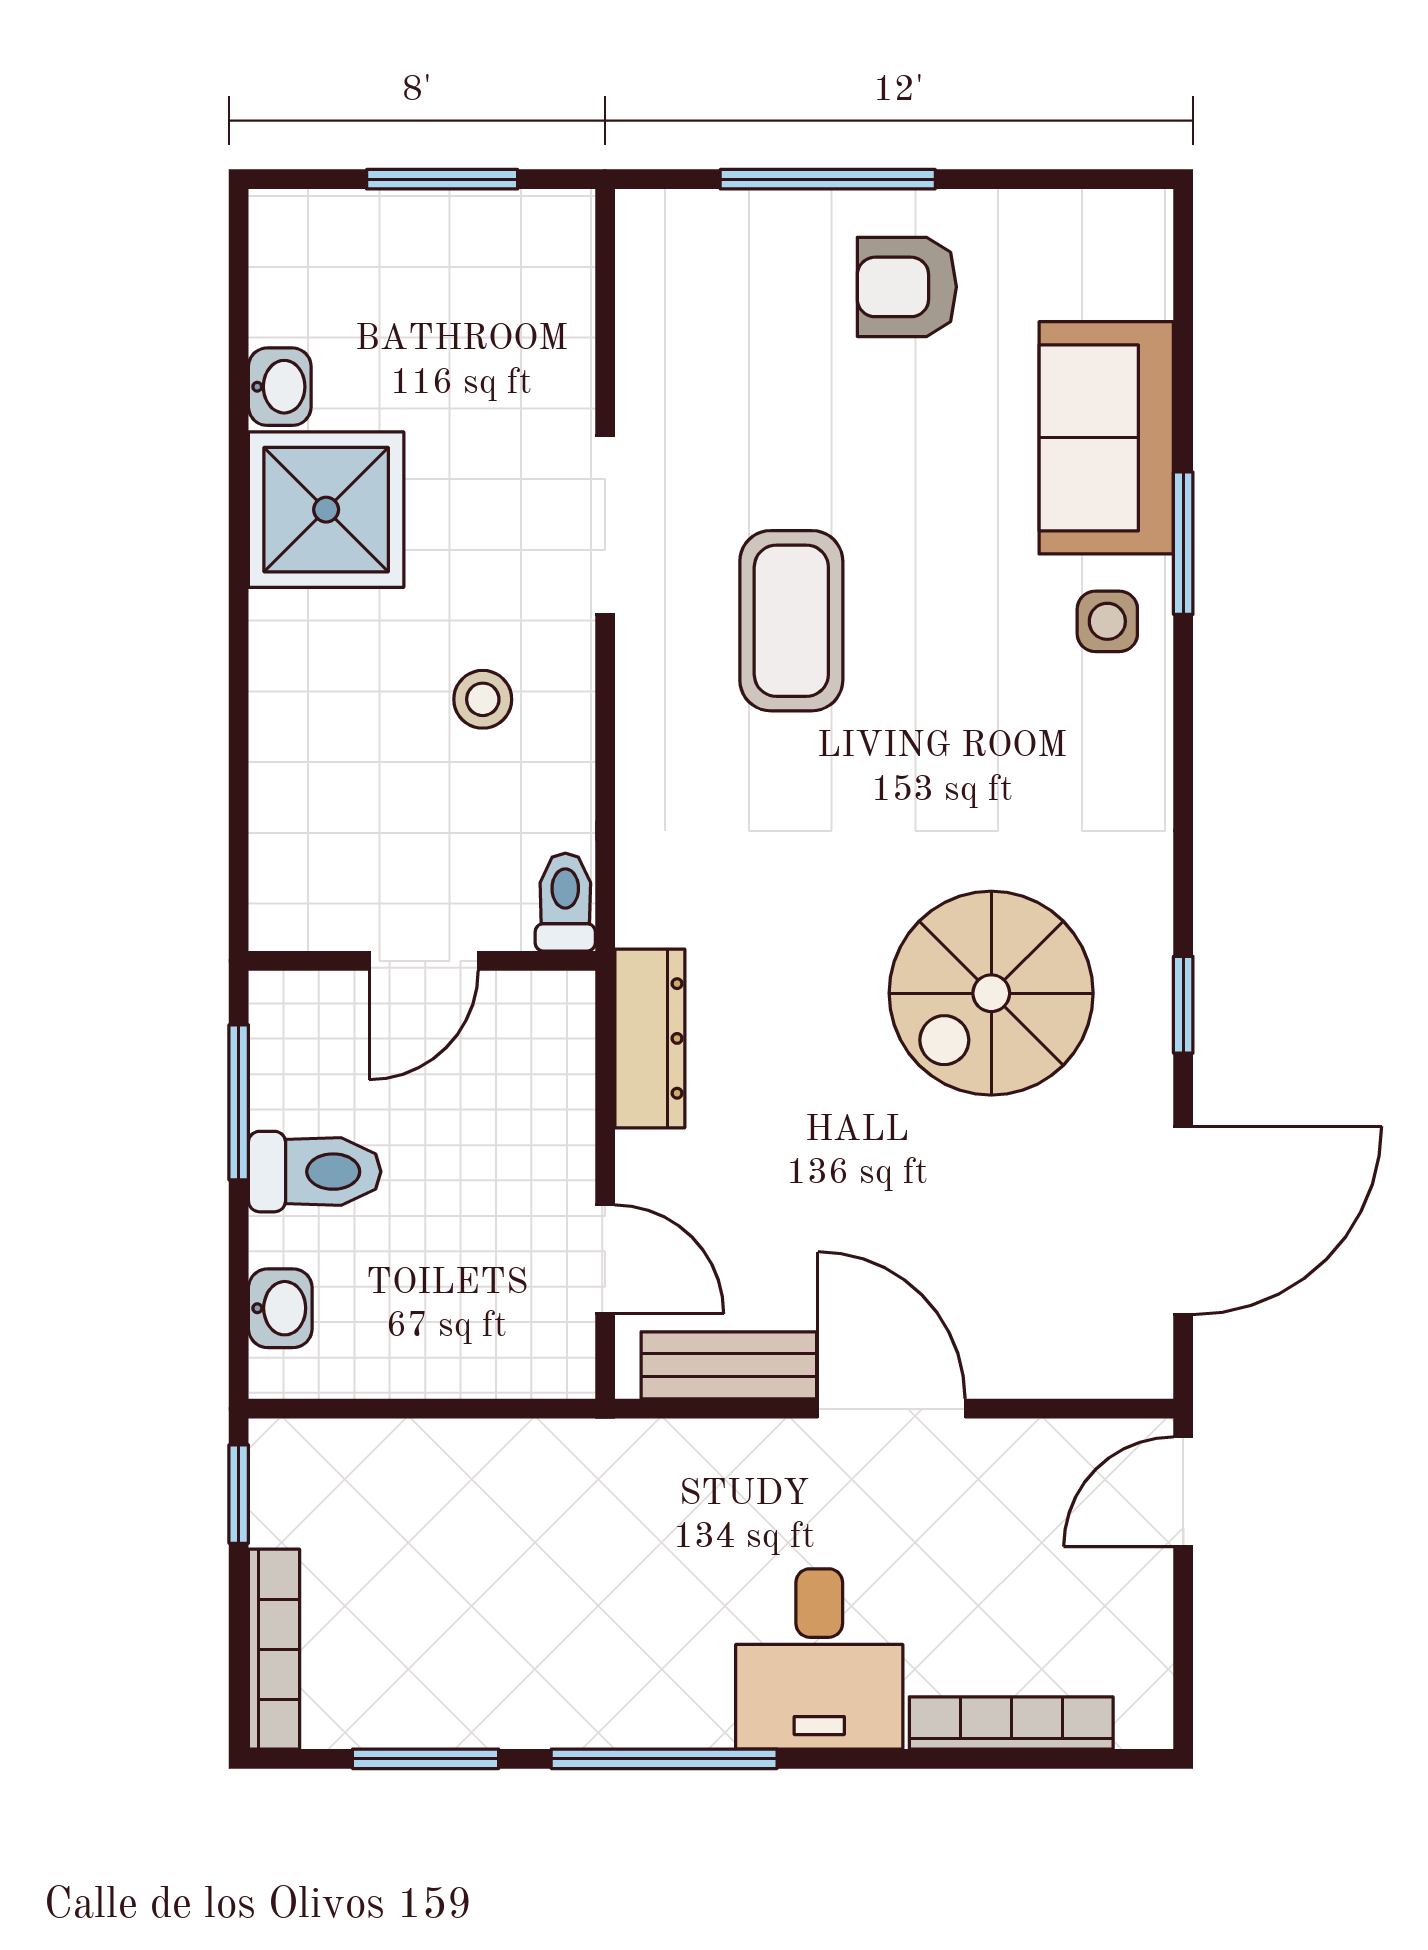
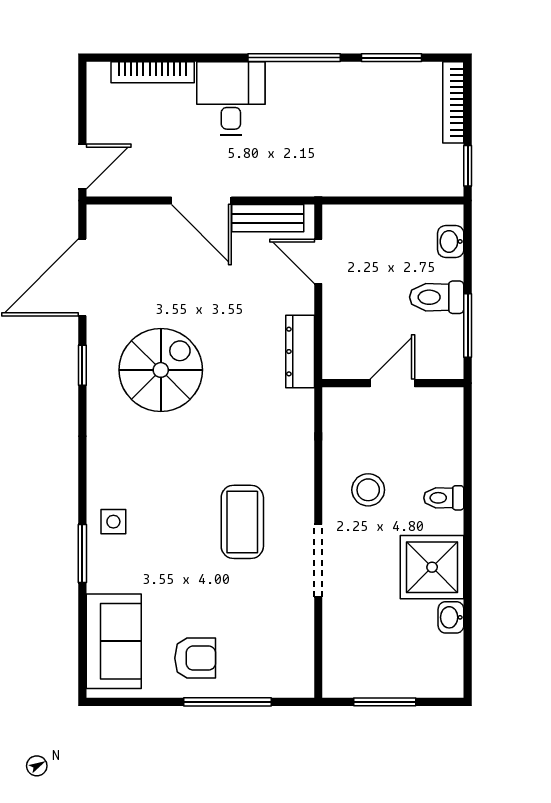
sofa: (1106, 438) -> (114, 641), moved
stool: (483, 699) -> (368, 490), width x1.37, depth x1.37
toilet: (565, 902) -> (444, 498), moved, turned 90

